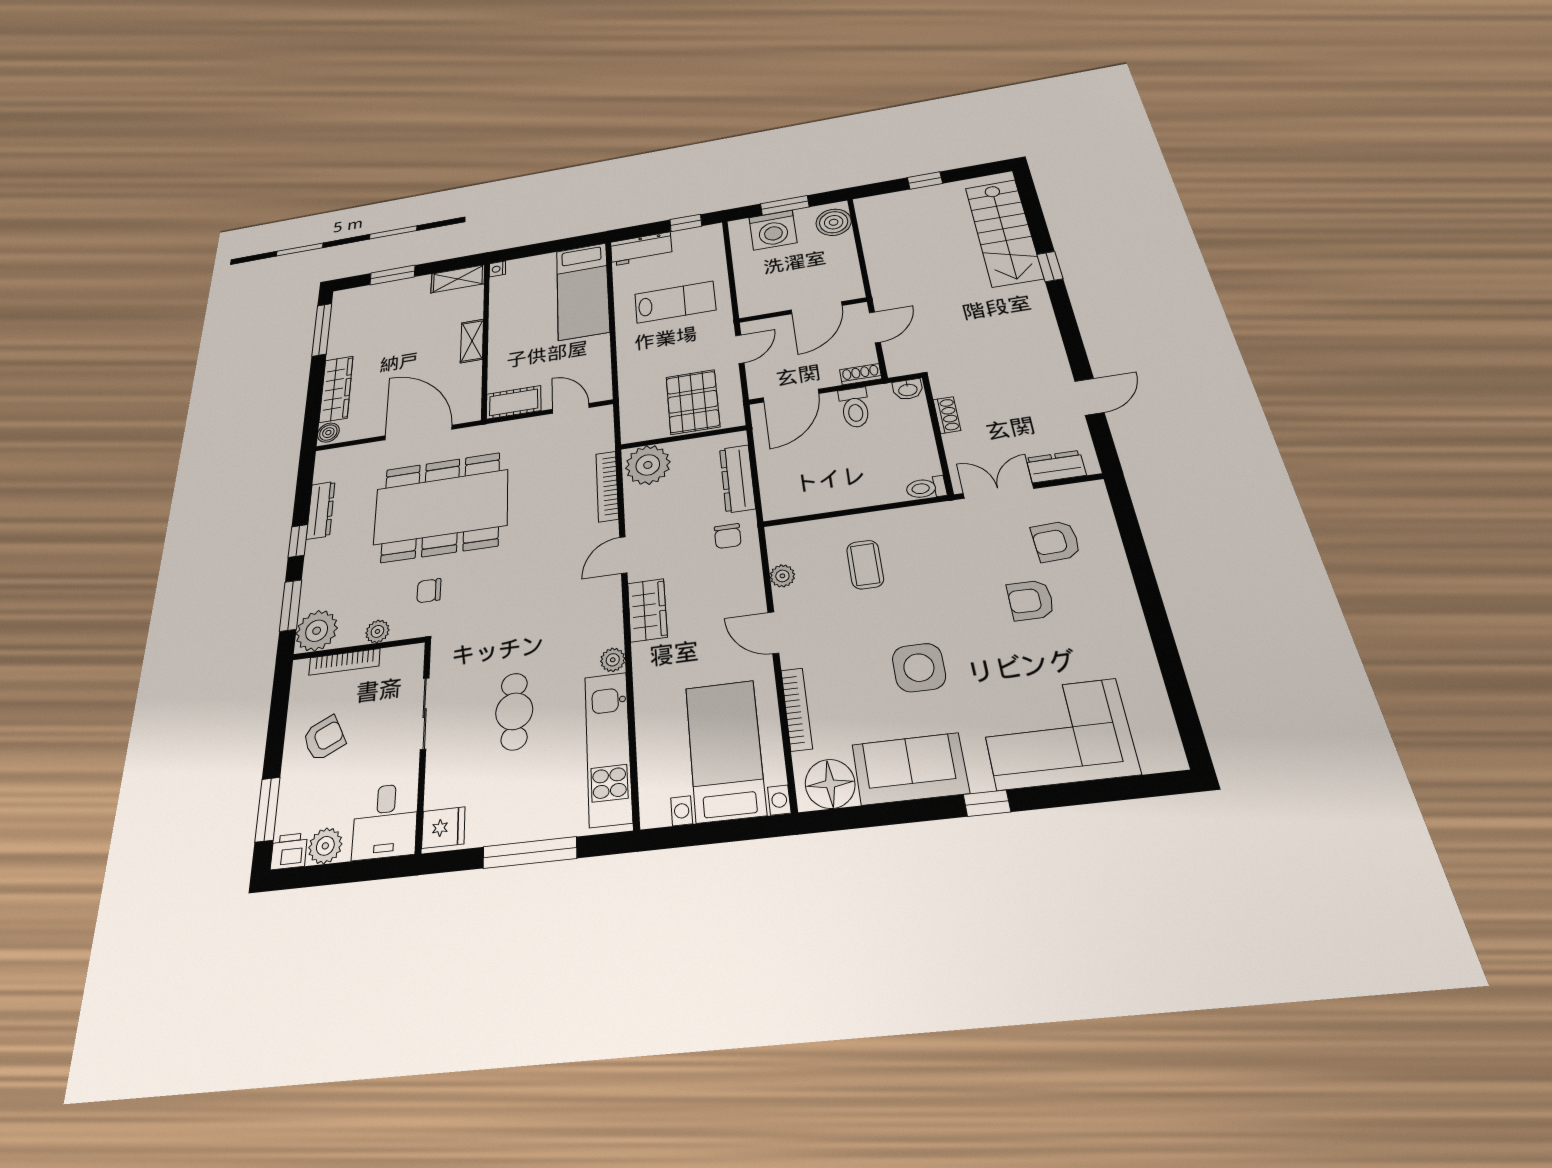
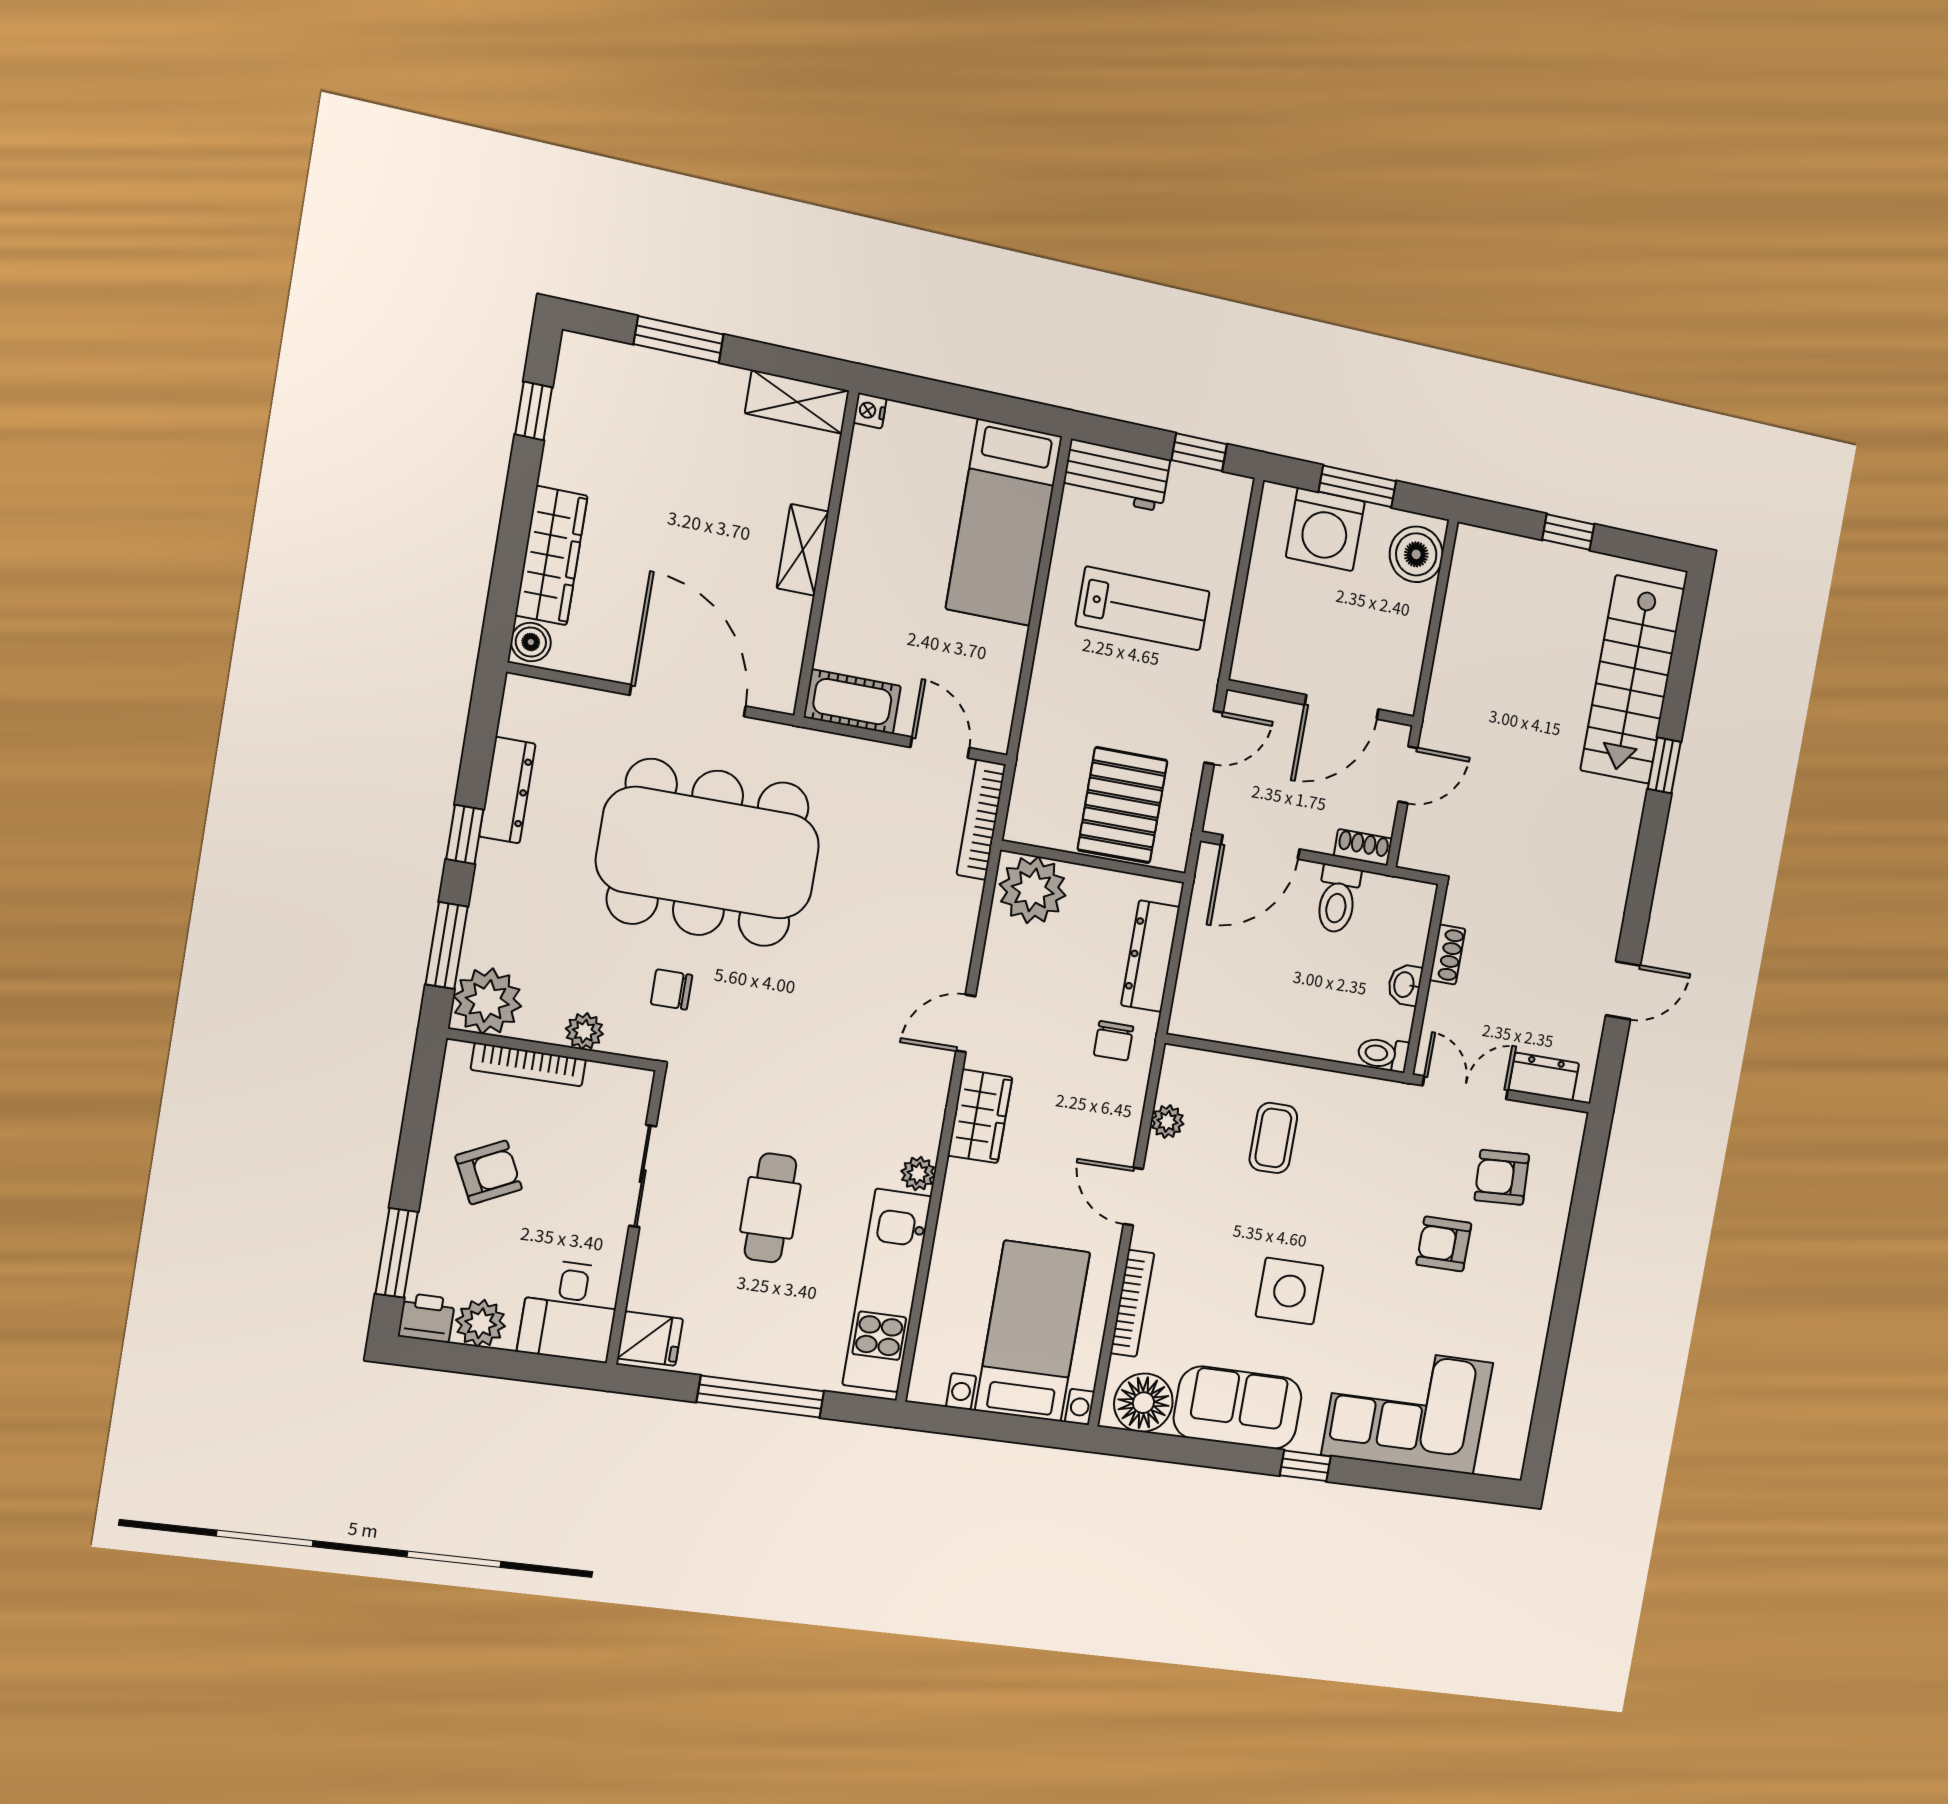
window: (322, 330) -> (534, 411), width x0.46
washbasin: (908, 389) -> (1405, 985), moved, turned 90
bookcase: (607, 486) -> (981, 820), moved

